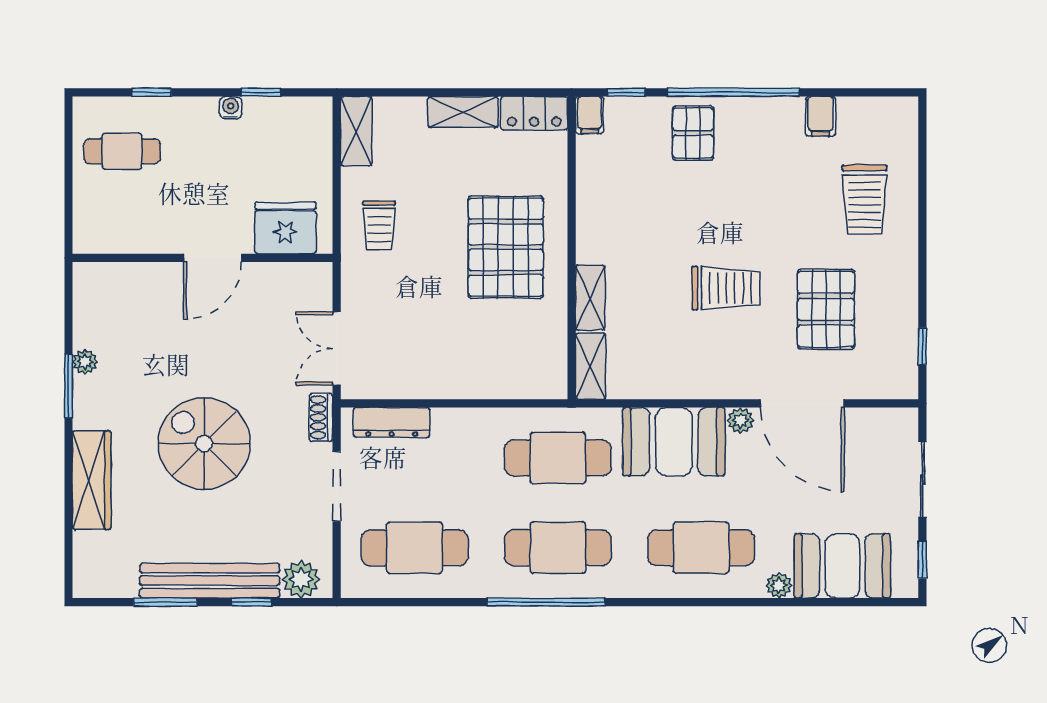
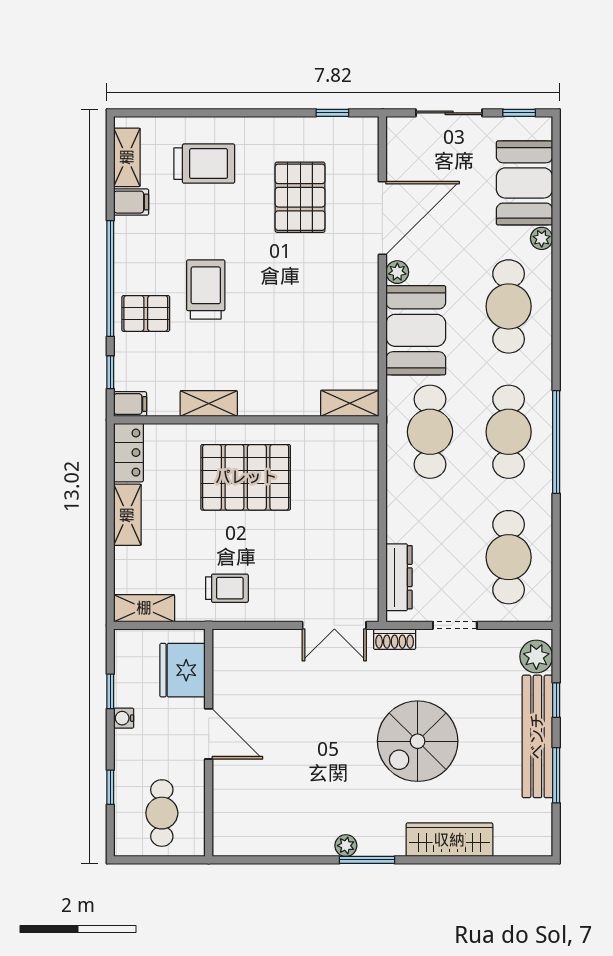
shelving: (872, 111) -> (127, 157), added
fridge: (285, 228) -> (183, 670), moved
wall: (203, 258) -> (209, 743), moved
door: (213, 258) -> (209, 734), moved
trolley: (726, 288) -> (206, 289), moved
shelving: (590, 298) -> (209, 403), moved
pallet: (826, 309) -> (300, 197), turned 90
doorway: (337, 486) -> (455, 625), width x0.73

